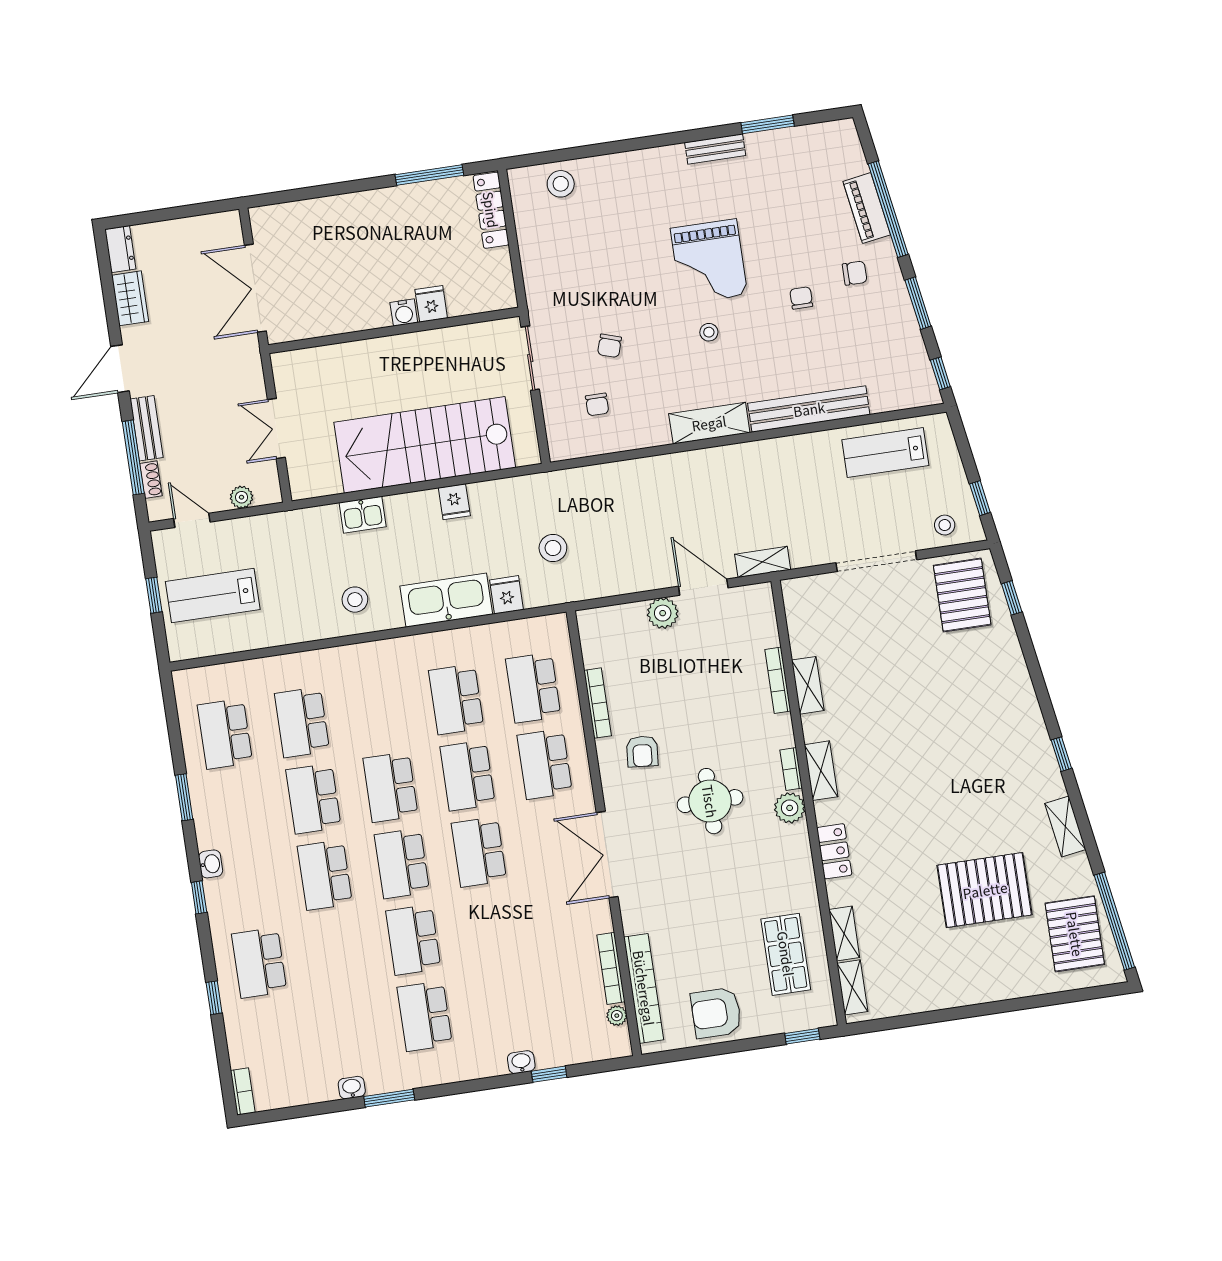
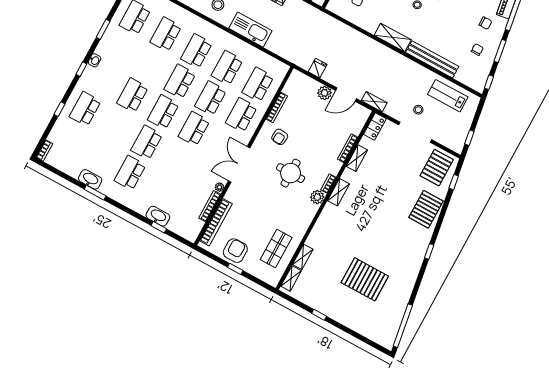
chair: (801, 298) -> (477, 50), moved
stool: (945, 525) -> (418, 110), moved
stool: (553, 548) -> (303, 40), removed
door: (703, 587) -> (346, 95), swing flipped
fridge: (507, 595) -> (318, 68), moved
school desk: (313, 799) -> (196, 51), moved
shelving: (1065, 826) -> (411, 278), removed
locker: (834, 851) -> (375, 127), moved
pallet: (1075, 934) -> (426, 209), moved
armchair: (716, 1013) -> (235, 251), turned 90
window: (951, 1014) -> (319, 315), added
plant: (617, 1016) -> (219, 187), moved
window: (802, 1036) -> (235, 269), moved
washbasin: (521, 1062) -> (158, 216), width x1.91, depth x1.45
washbasin: (352, 1088) -> (90, 179), width x1.91, depth x1.45

